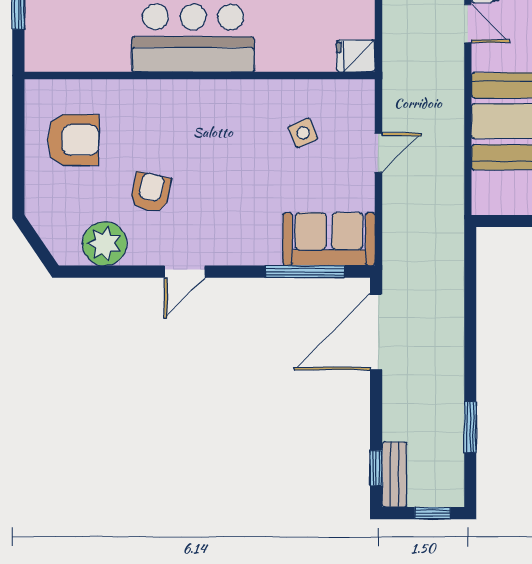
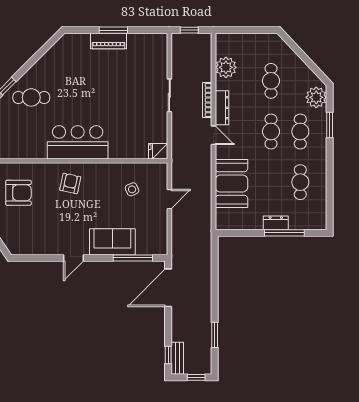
armchair: (151, 192) -> (70, 183), moved
sofa: (329, 239) -> (112, 242), moved
plant: (105, 244) -> (34, 244), removed

